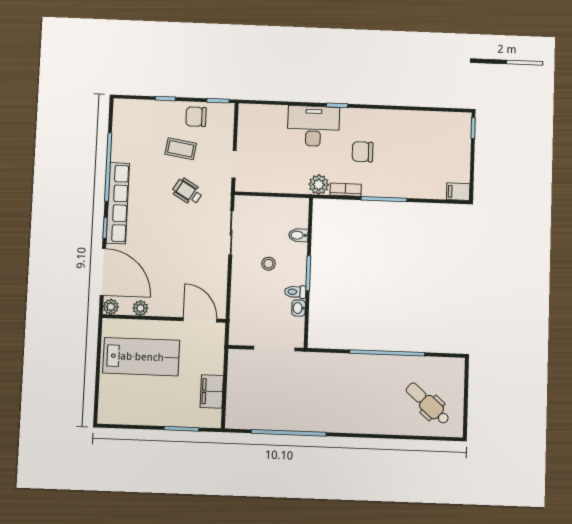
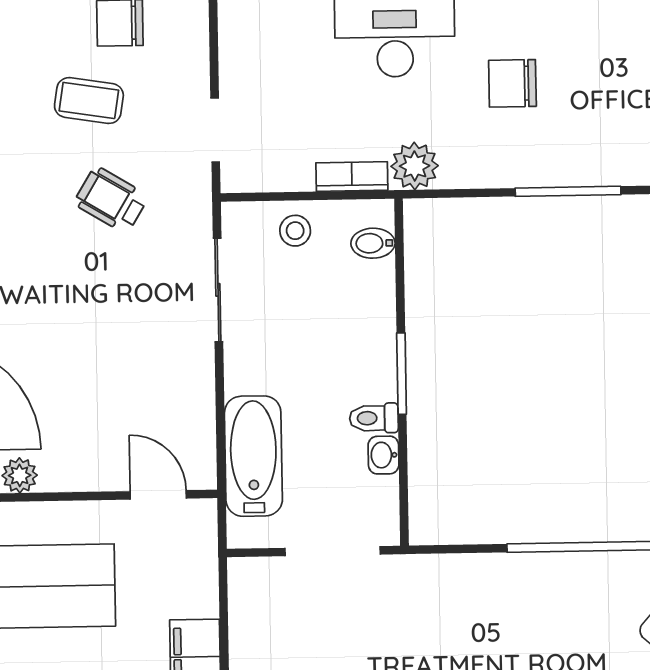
bookcase: (346, 190) -> (352, 177), moved
bidet: (298, 235) -> (373, 243), moved
stool: (268, 264) -> (295, 231), moved
bathtub: (242, 305) -> (253, 456), added
door: (200, 320) -> (158, 495), width x0.73

